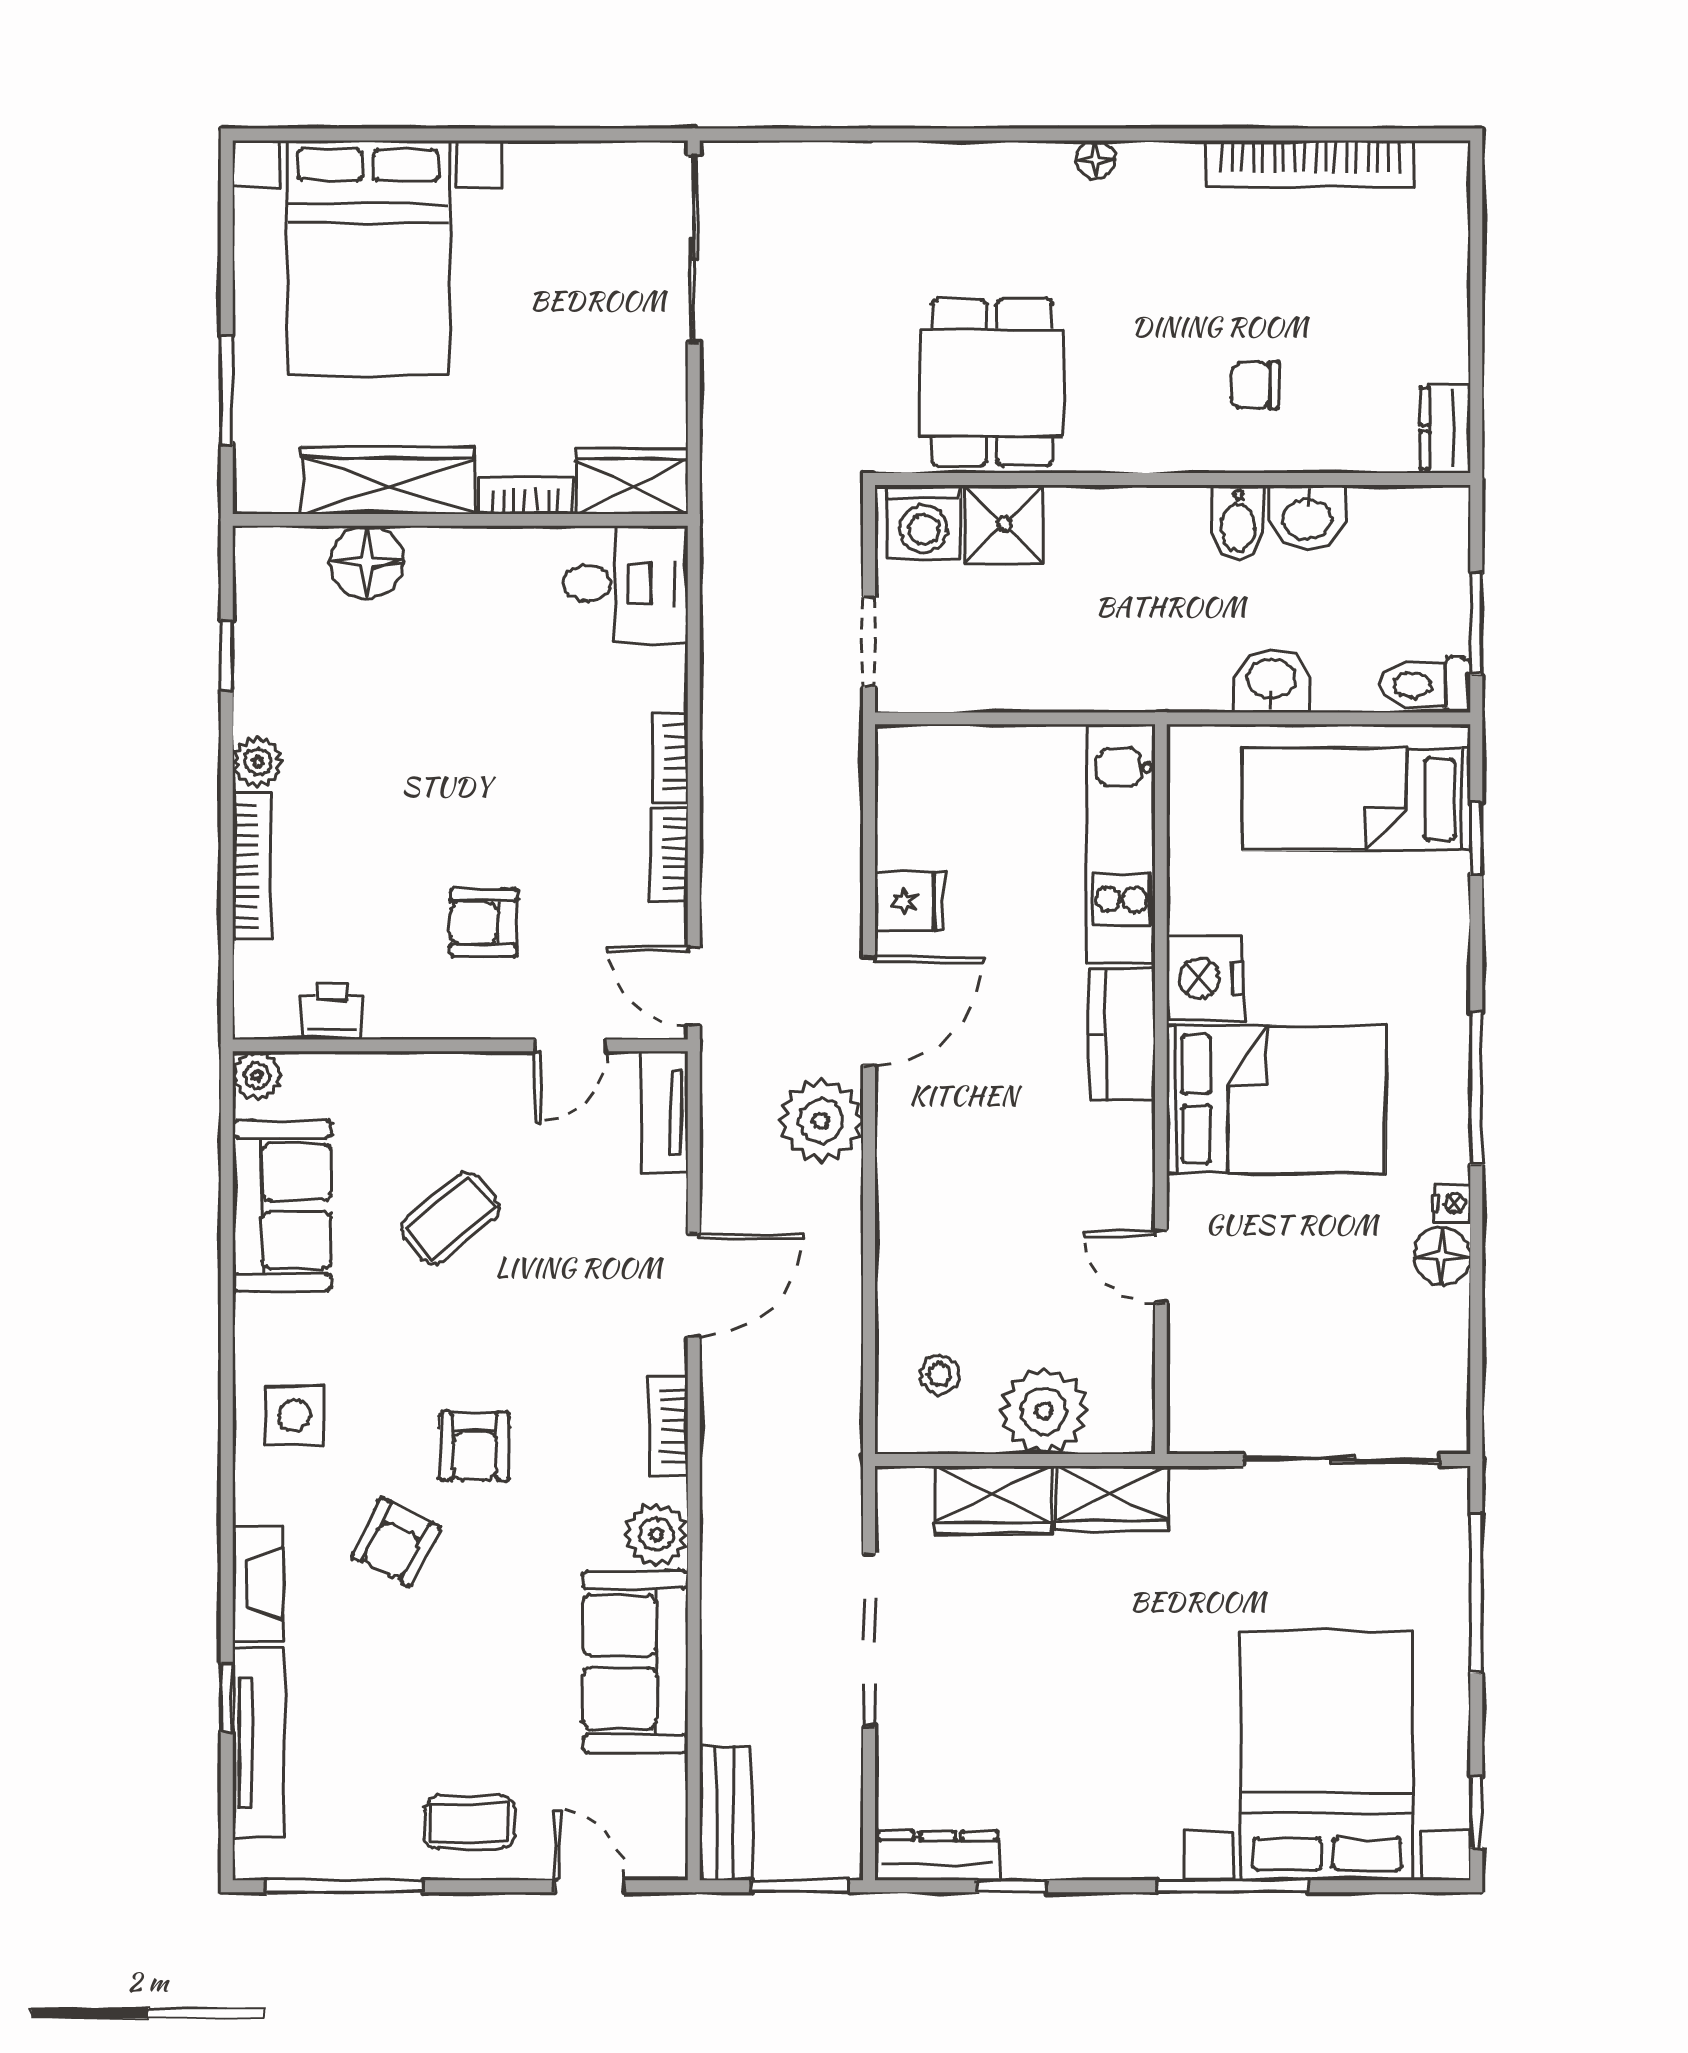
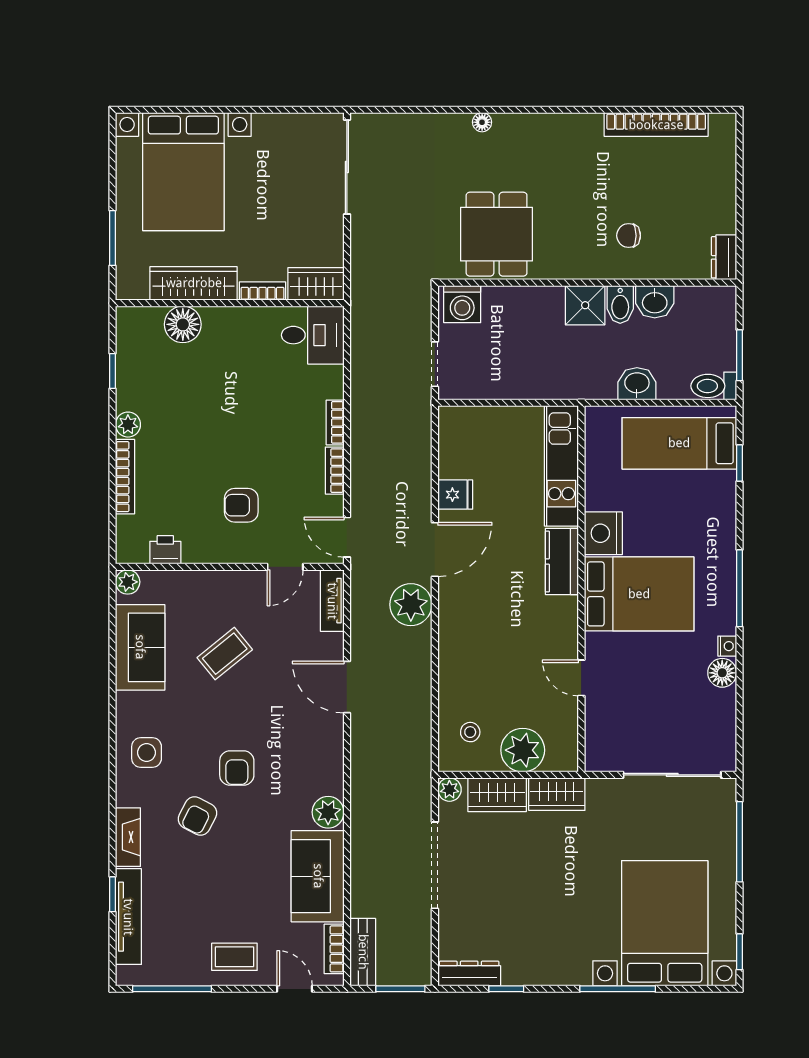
floor lamp: (1095, 159) -> (482, 122), moved
shower: (1004, 524) -> (585, 305), moved
door: (694, 1285) -> (347, 687), swing flipped
bookcase: (668, 1426) -> (334, 949), moved
plant: (898, 1489) -> (449, 790), added

